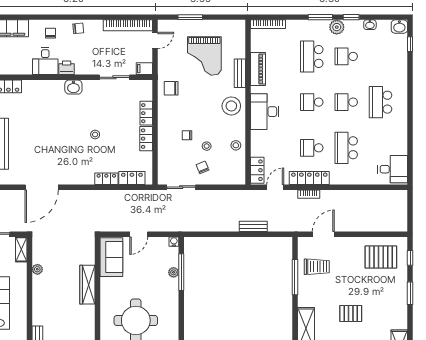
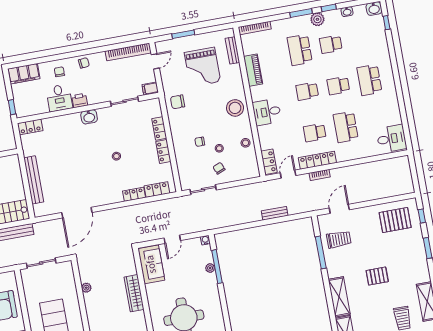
bench: (240, 73) -> (232, 50), moved
desk: (265, 112) -> (267, 112), width x0.73
shelving: (21, 249) -> (69, 272), removed

